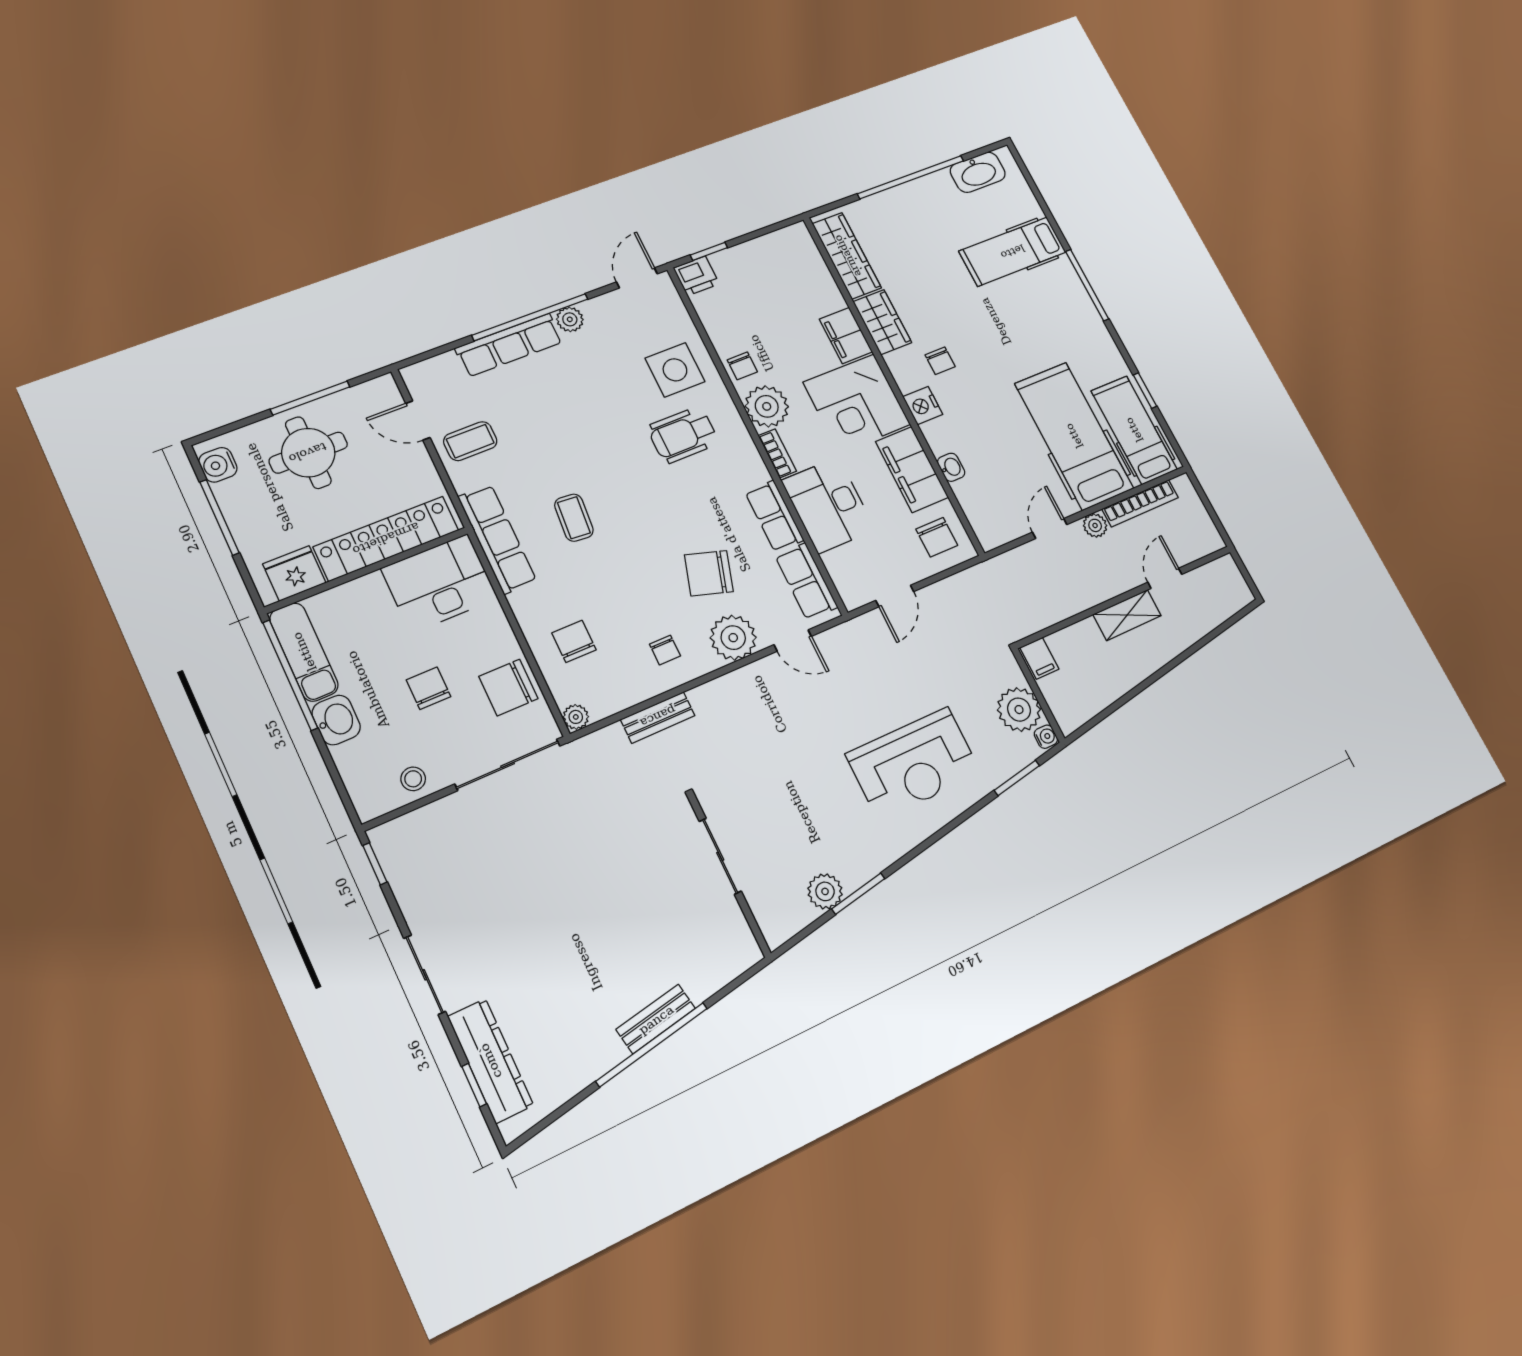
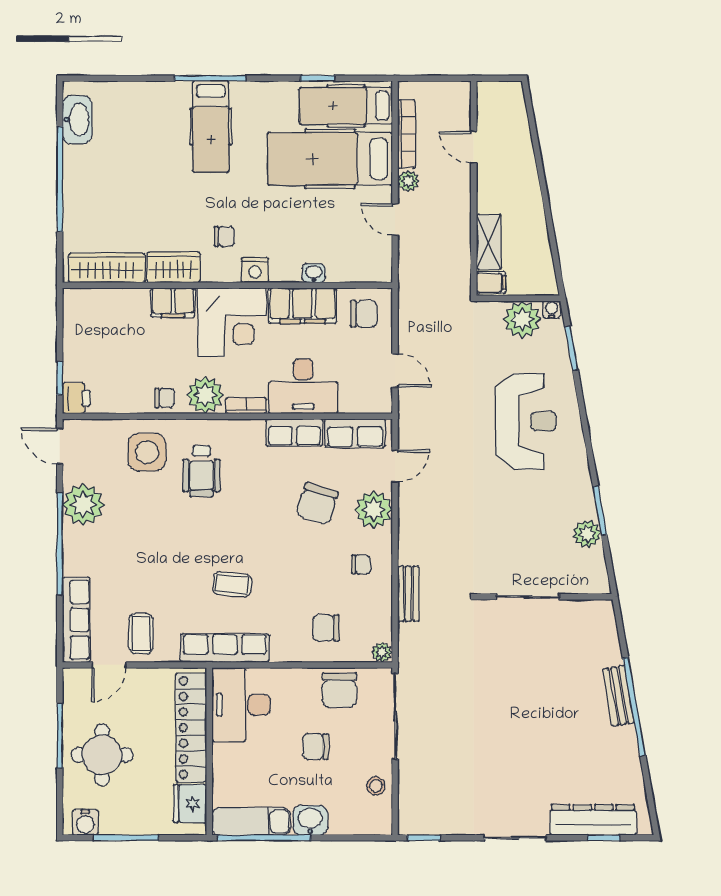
hospital bed: (1013, 252) -> (211, 127), moved
plant: (570, 319) -> (83, 504), width x1.88, depth x1.88
row of seats: (509, 345) -> (76, 620), moved
shelving: (1127, 615) -> (489, 242), moved

